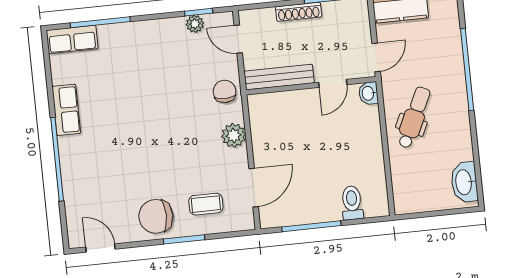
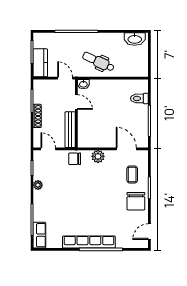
plant: (195, 24) -> (38, 185), moved
door: (238, 39) -> (48, 149), swing flipped
row of seats: (66, 110) -> (89, 242), width x2.02

